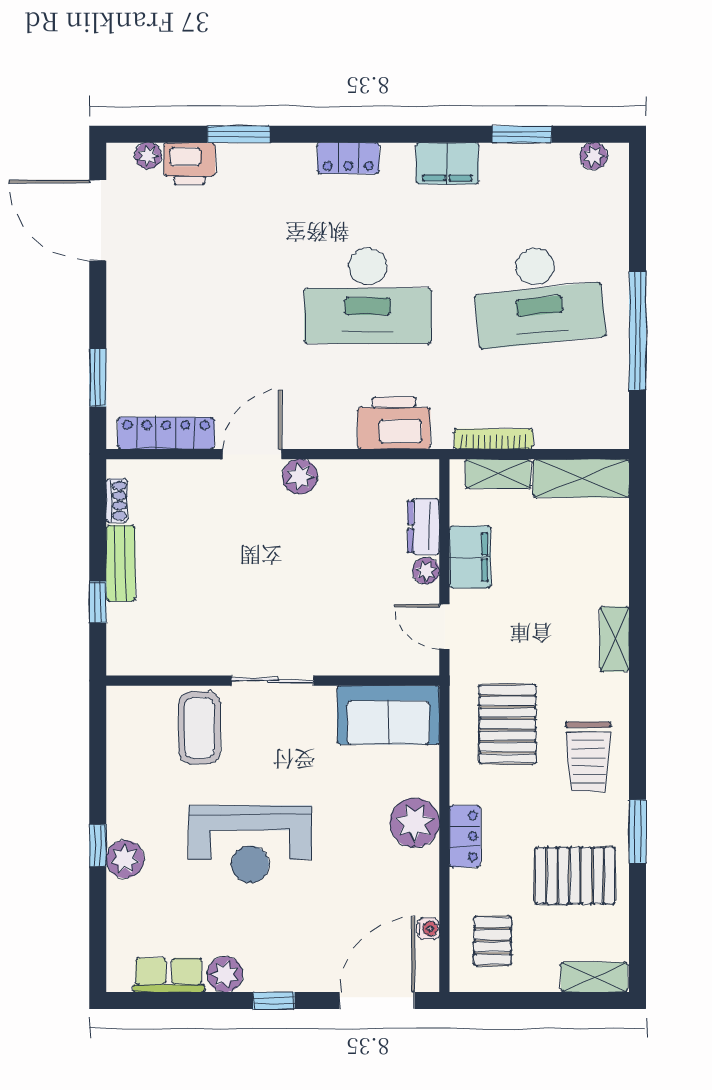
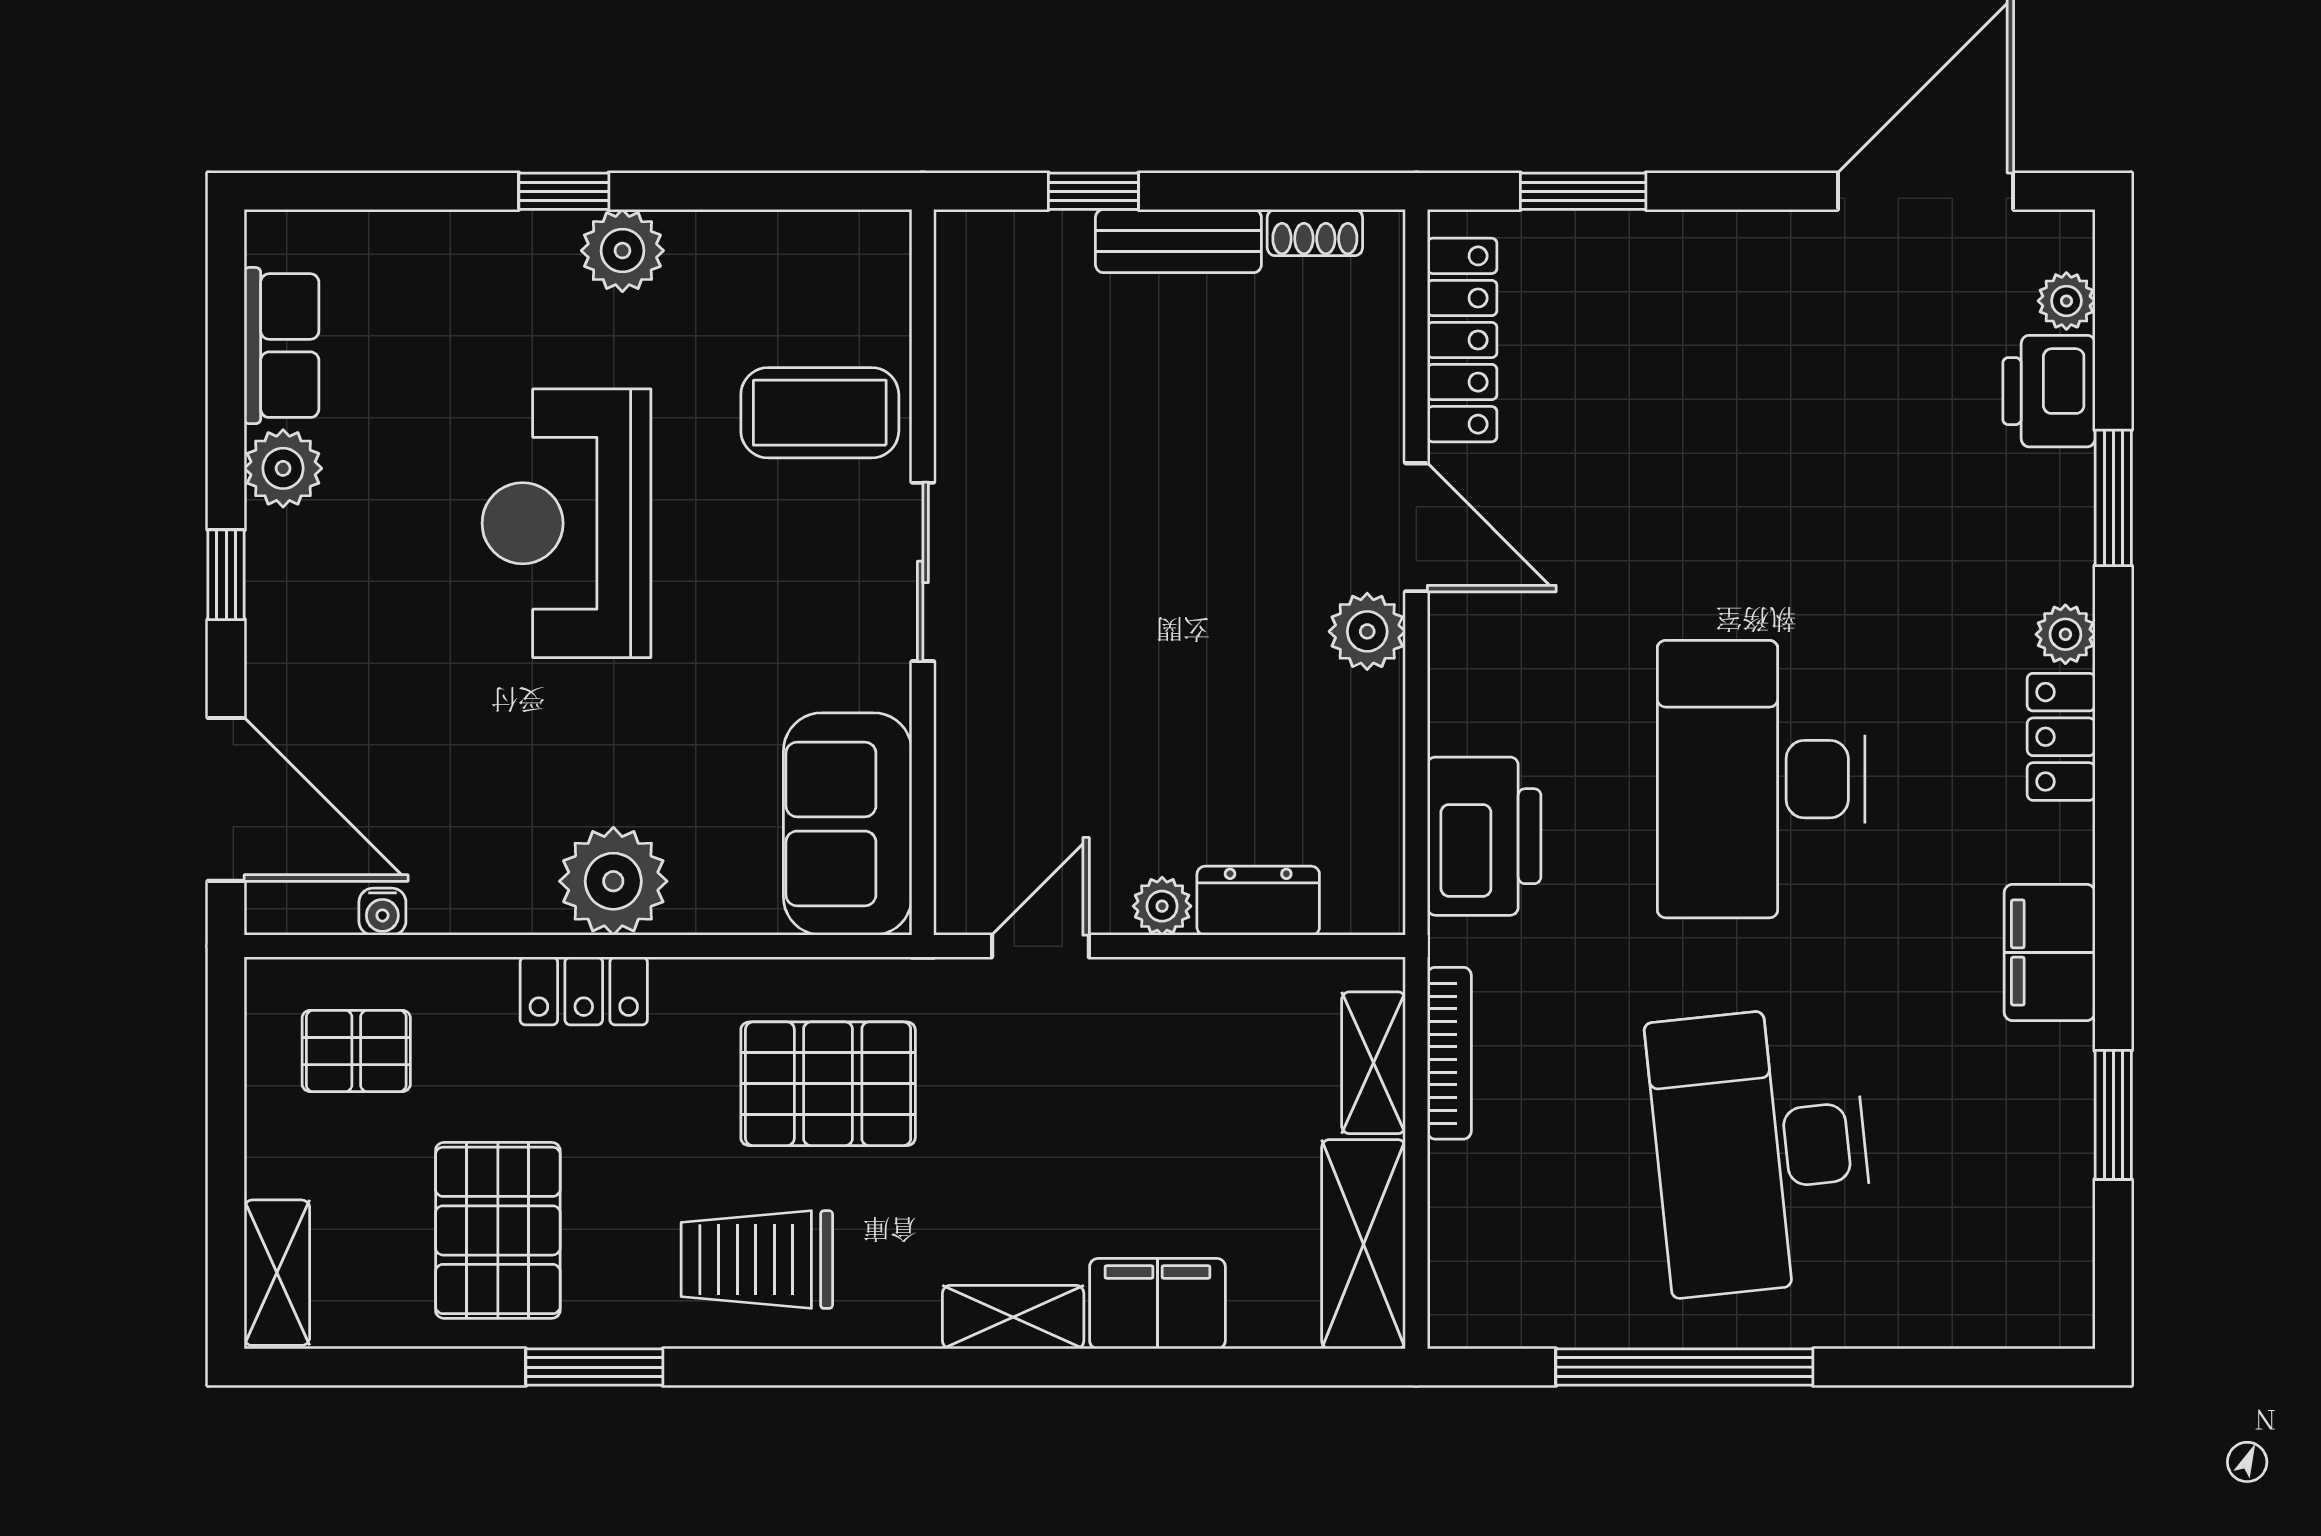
plant: (593, 156) -> (2065, 634), moved
filing cabinet: (470, 557) -> (1157, 1304), moved, turned 180
plant: (125, 859) -> (622, 251), moved

